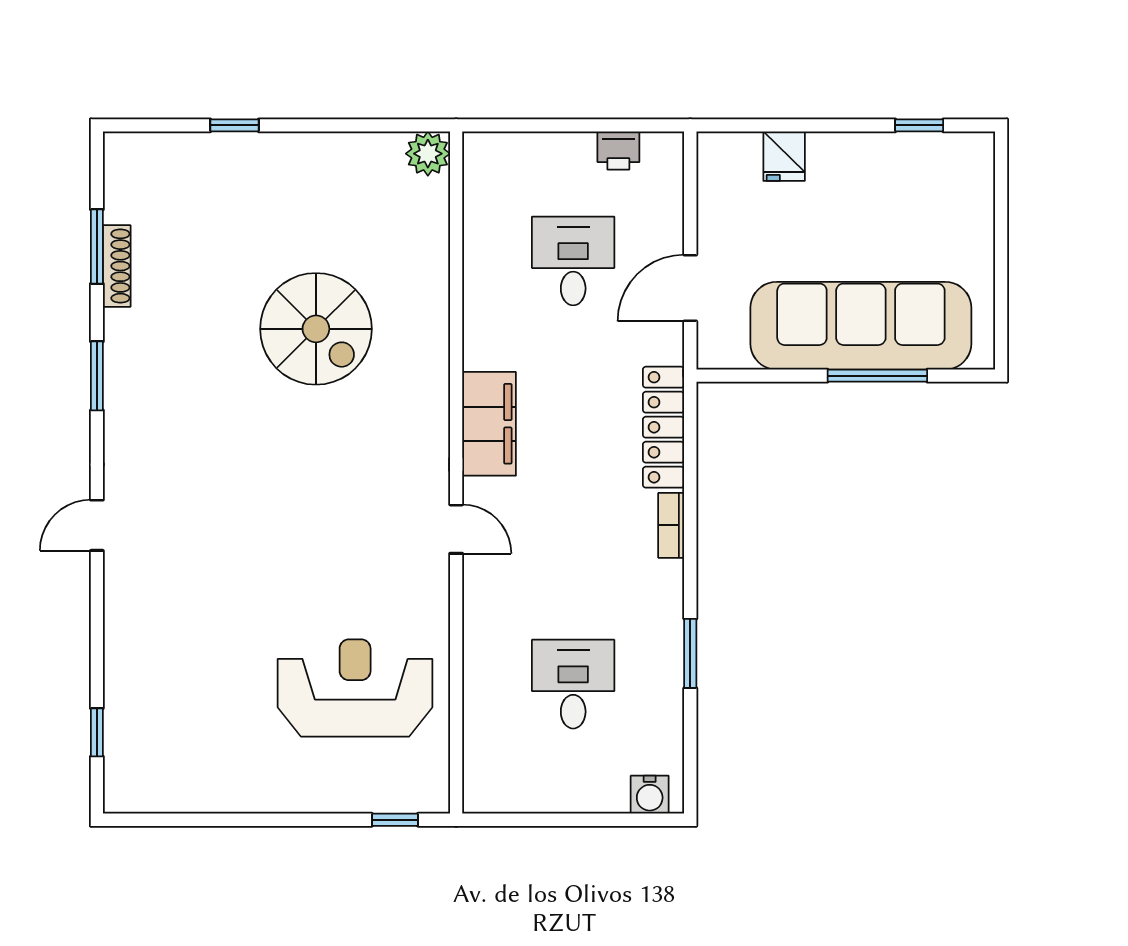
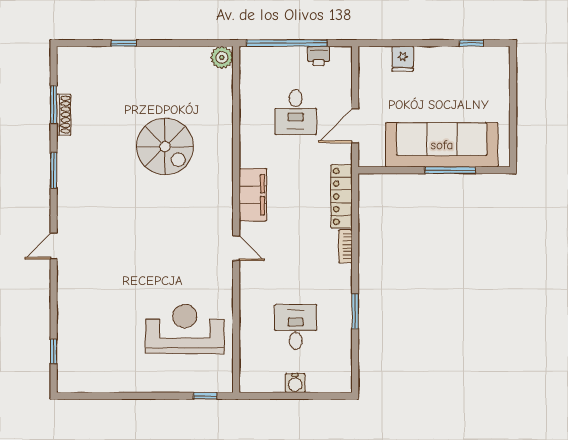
window: (556, 125) -> (287, 43), added
desk: (573, 261) -> (296, 112), turned 180
water cooler: (650, 795) -> (295, 383), moved

